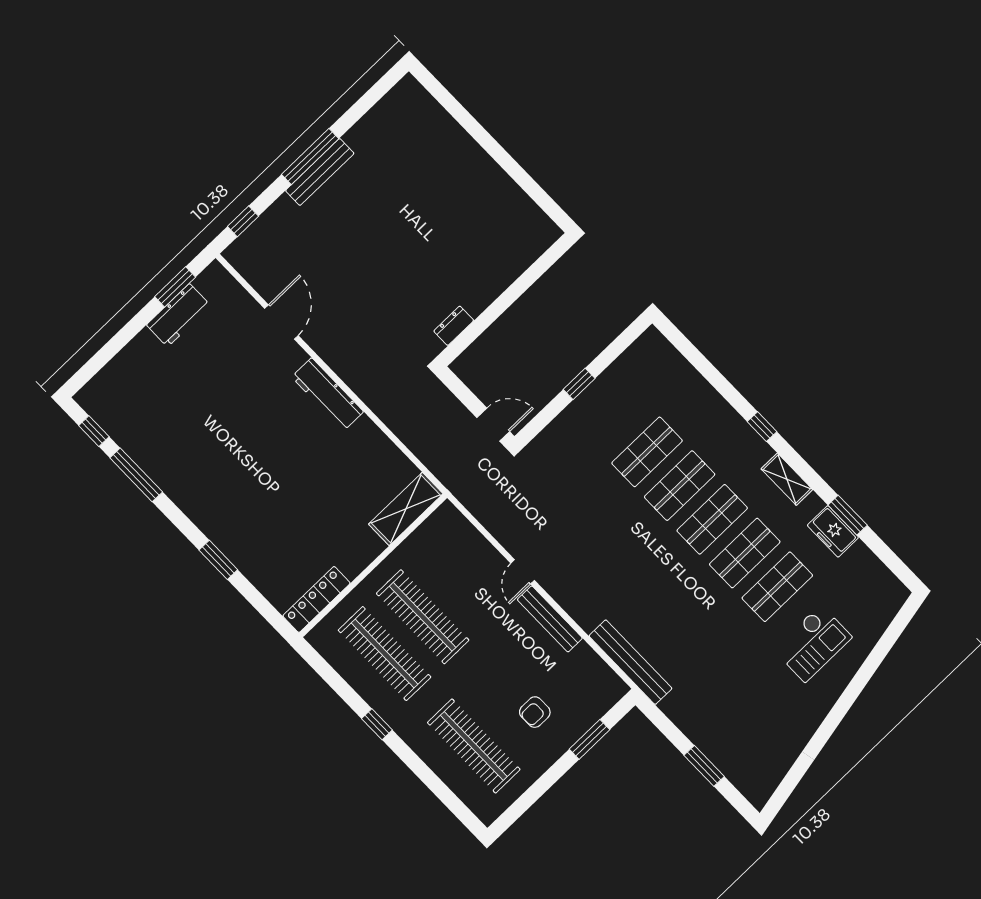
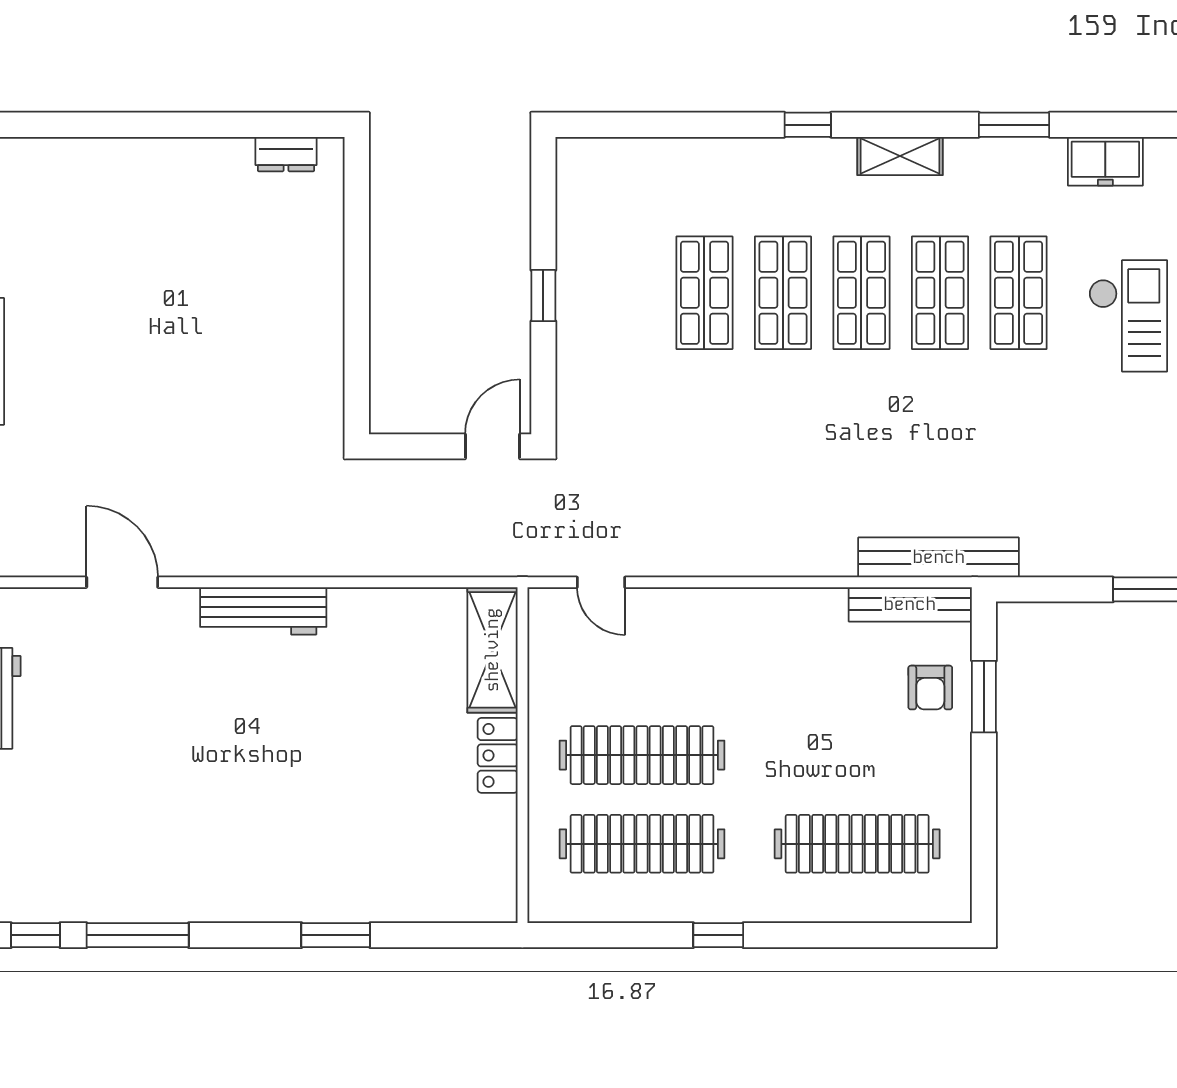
dresser: (454, 326) -> (286, 154), moved, turned -90
freezer: (833, 531) -> (1105, 161), moved
door: (523, 572) -> (601, 582), moved
locker: (317, 599) -> (498, 755), moved, width x0.66
bench: (550, 619) -> (910, 604), moved
armchair: (535, 712) -> (930, 688), moved

